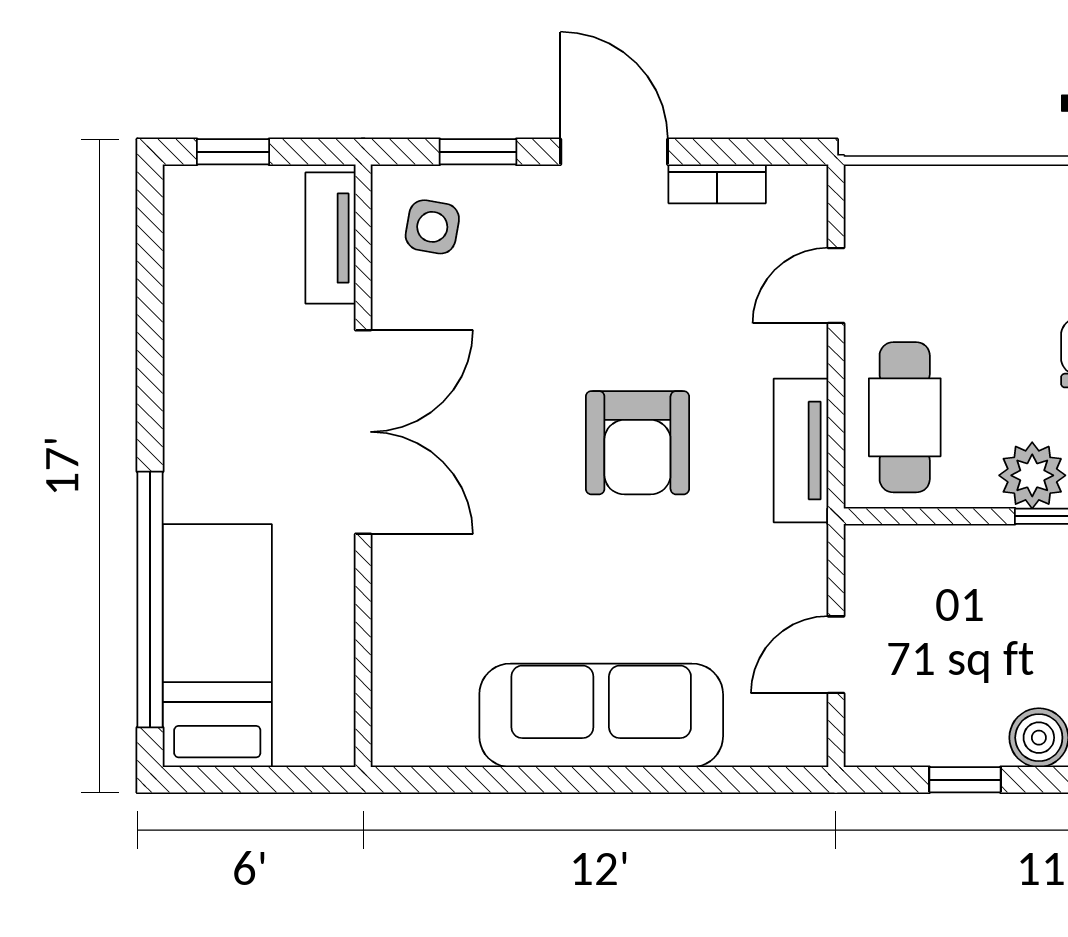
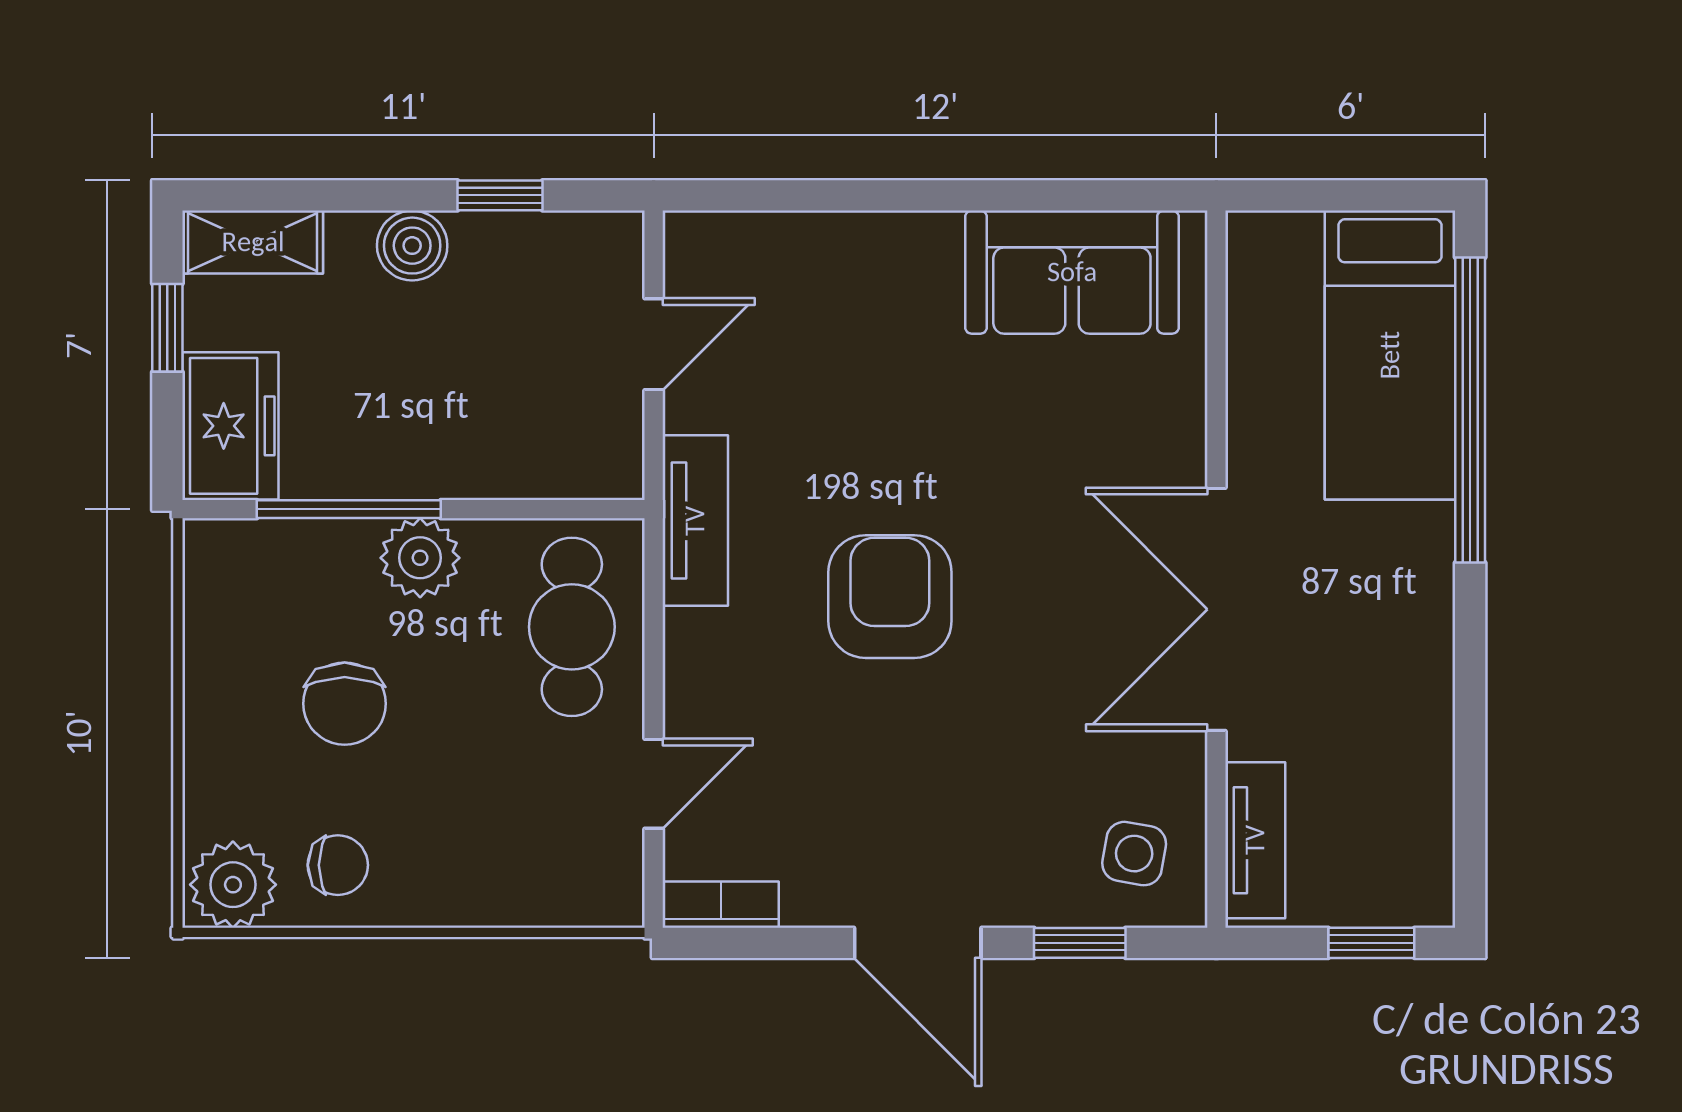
bookcase: (717, 184) -> (721, 905), moved
tv unit: (801, 451) -> (695, 521), moved
sofa: (601, 715) -> (1072, 272), moved, width x0.73

